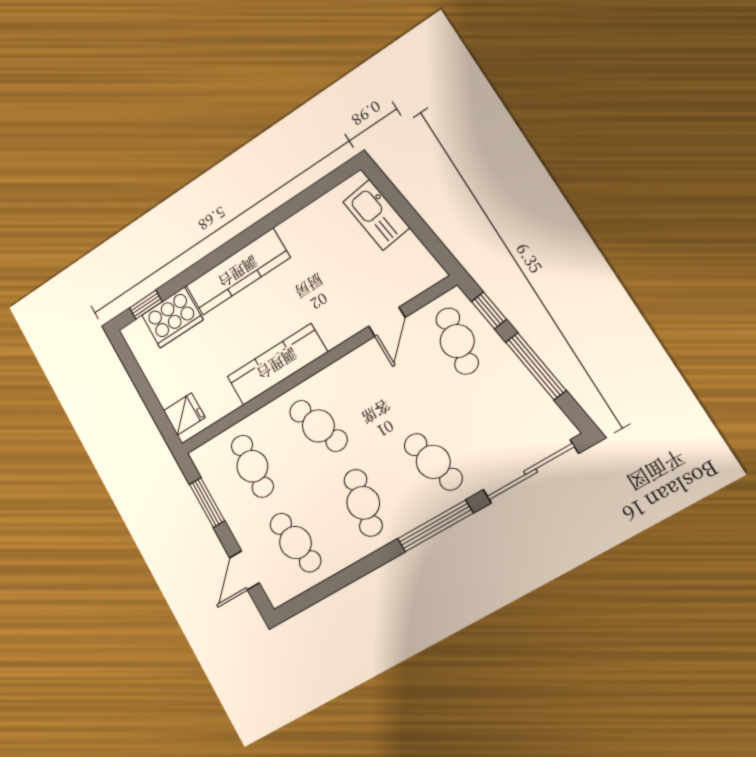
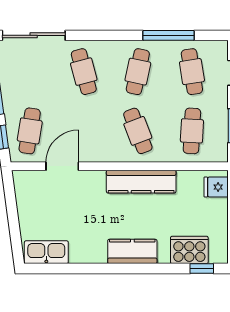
kitchen sink: (376, 215) -> (46, 252), moved, turned -82
kitchen counter: (238, 272) -> (132, 251), width x0.67
door: (387, 322) -> (62, 166), width x1.38
window: (435, 526) -> (169, 35), moved

